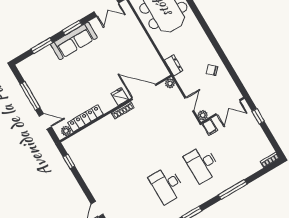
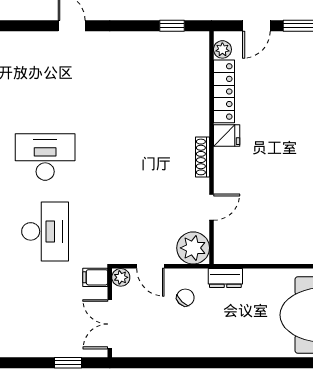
chair: (212, 70) -> (185, 298), moved
plant: (170, 83) -> (193, 248), width x1.88, depth x1.88
door: (144, 92) -> (211, 207), width x0.53
fridge: (120, 96) -> (227, 136), moved
desk: (202, 164) -> (45, 231), turned 90

